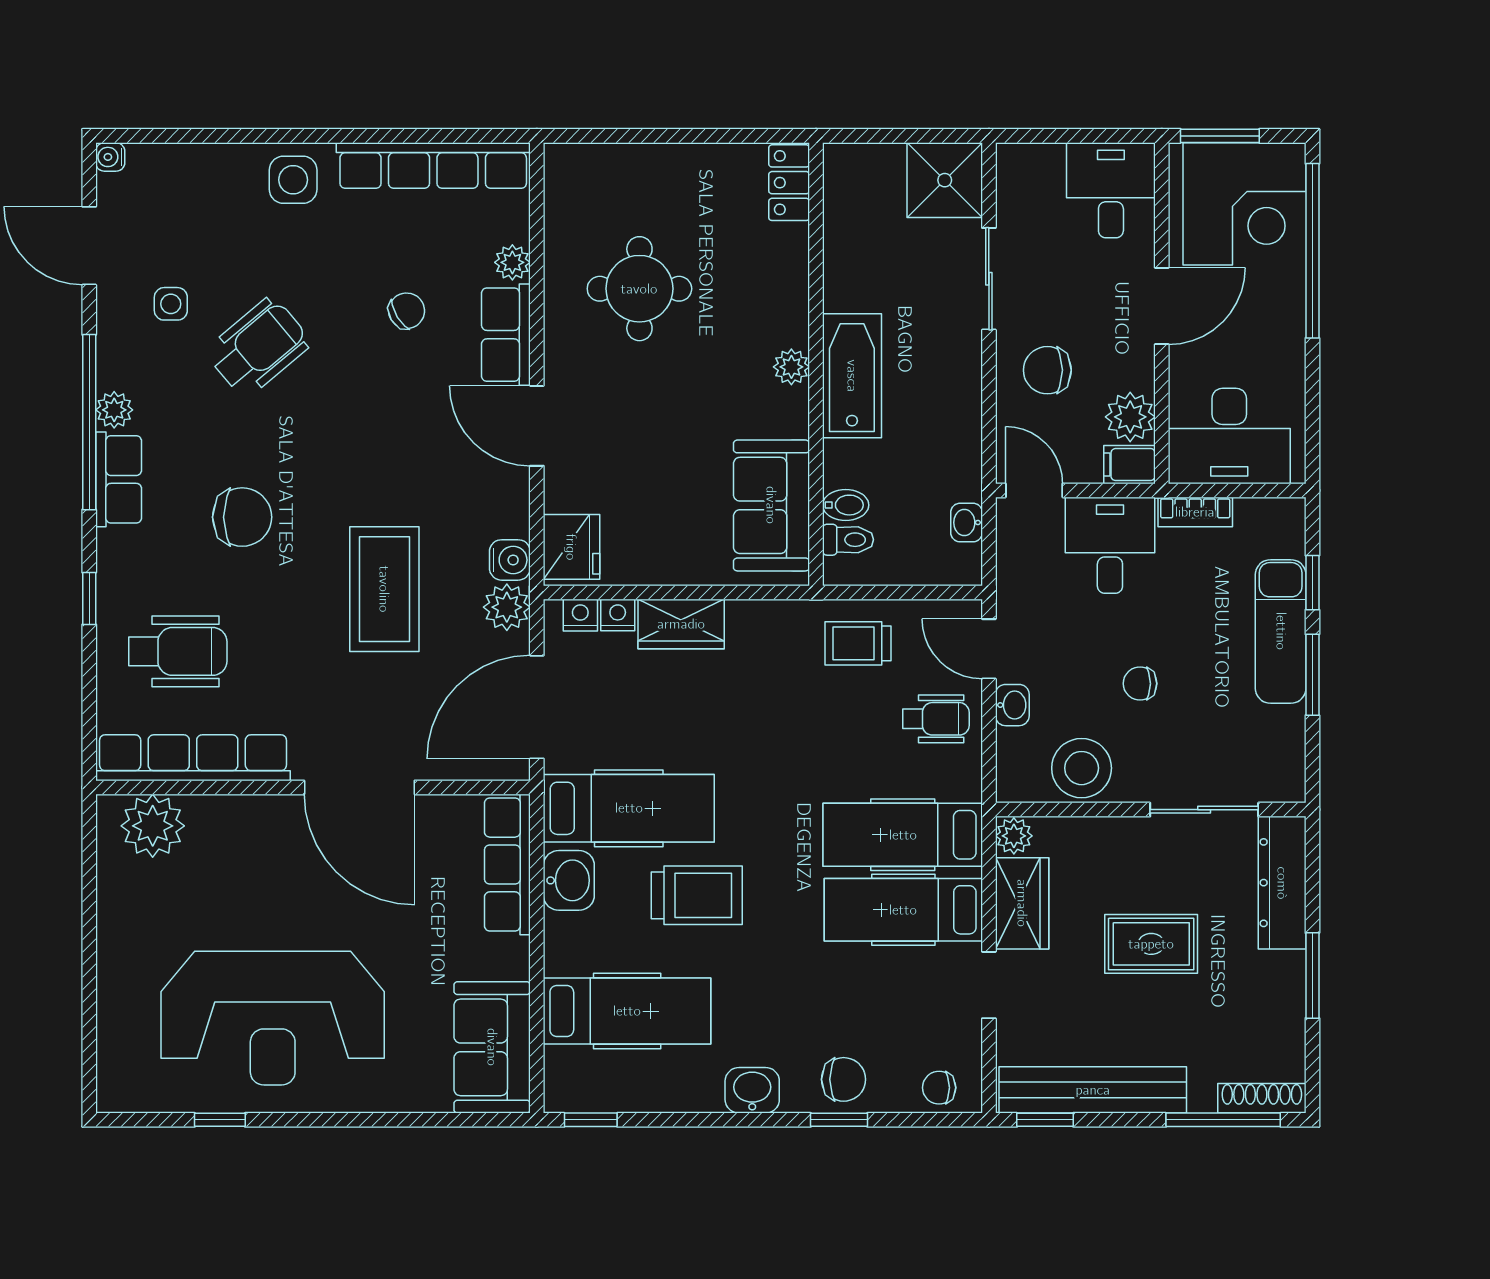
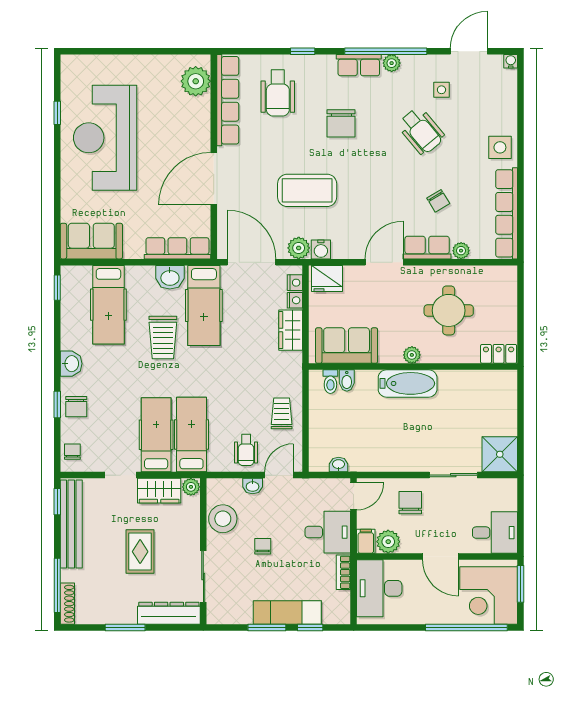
locker: (789, 183) -> (499, 354), moved
wall: (816, 364) -> (413, 367), moved
plant: (791, 367) -> (412, 355), moved
bathtub: (852, 376) -> (408, 383), moved
sofa: (771, 505) -> (347, 346), moved
bidet: (846, 505) -> (347, 380), moved
toilet: (848, 540) -> (330, 382), moved

